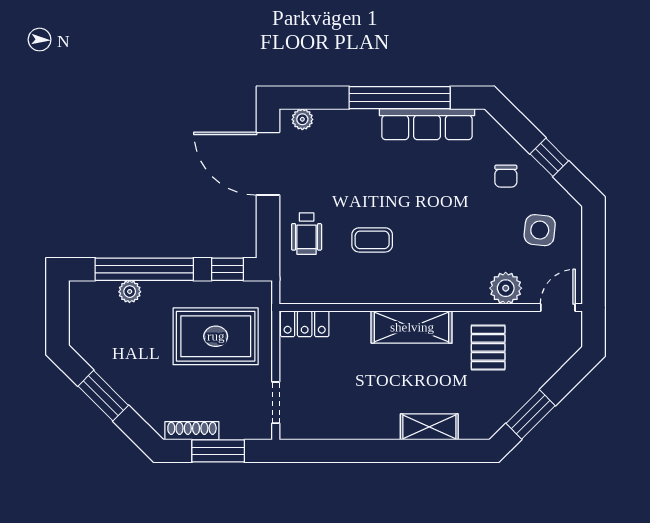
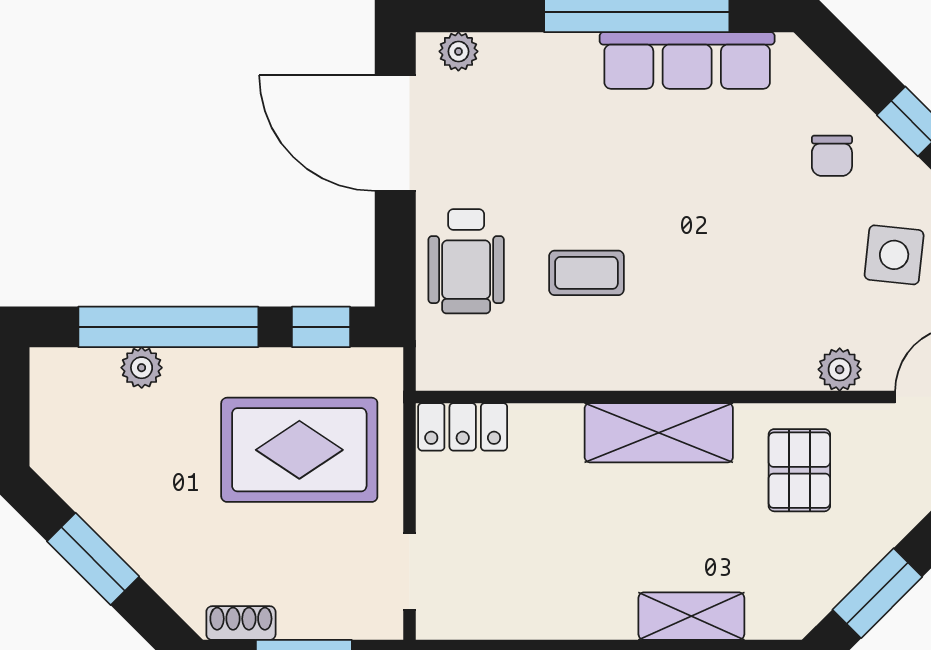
wheelchair: (307, 234) -> (466, 261), width x1.36, depth x1.37
plant: (506, 288) -> (840, 369), width x0.73, depth x0.73
shoe rack: (192, 431) -> (241, 623), width x0.70

